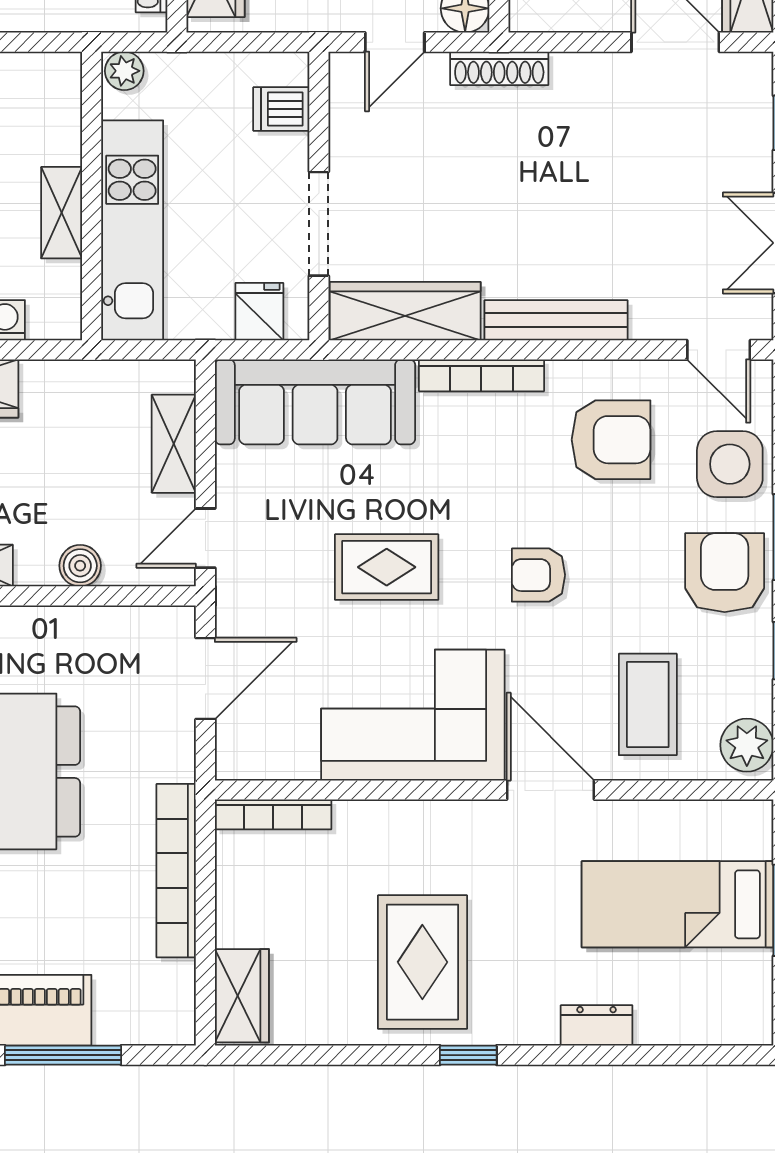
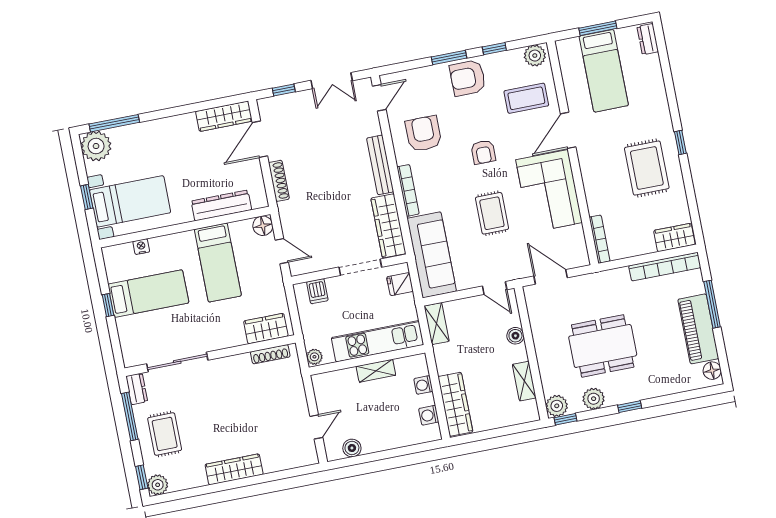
shoe rack: (499, 68) -> (279, 181), moved
shelving: (174, 444) -> (437, 324), moved, turned 90
side table: (730, 464) -> (424, 84), removed
bookcase: (176, 871) -> (665, 267), moved
rug: (422, 962) -> (647, 168), turned 90
dresser: (597, 1025) -> (648, 39), moved

